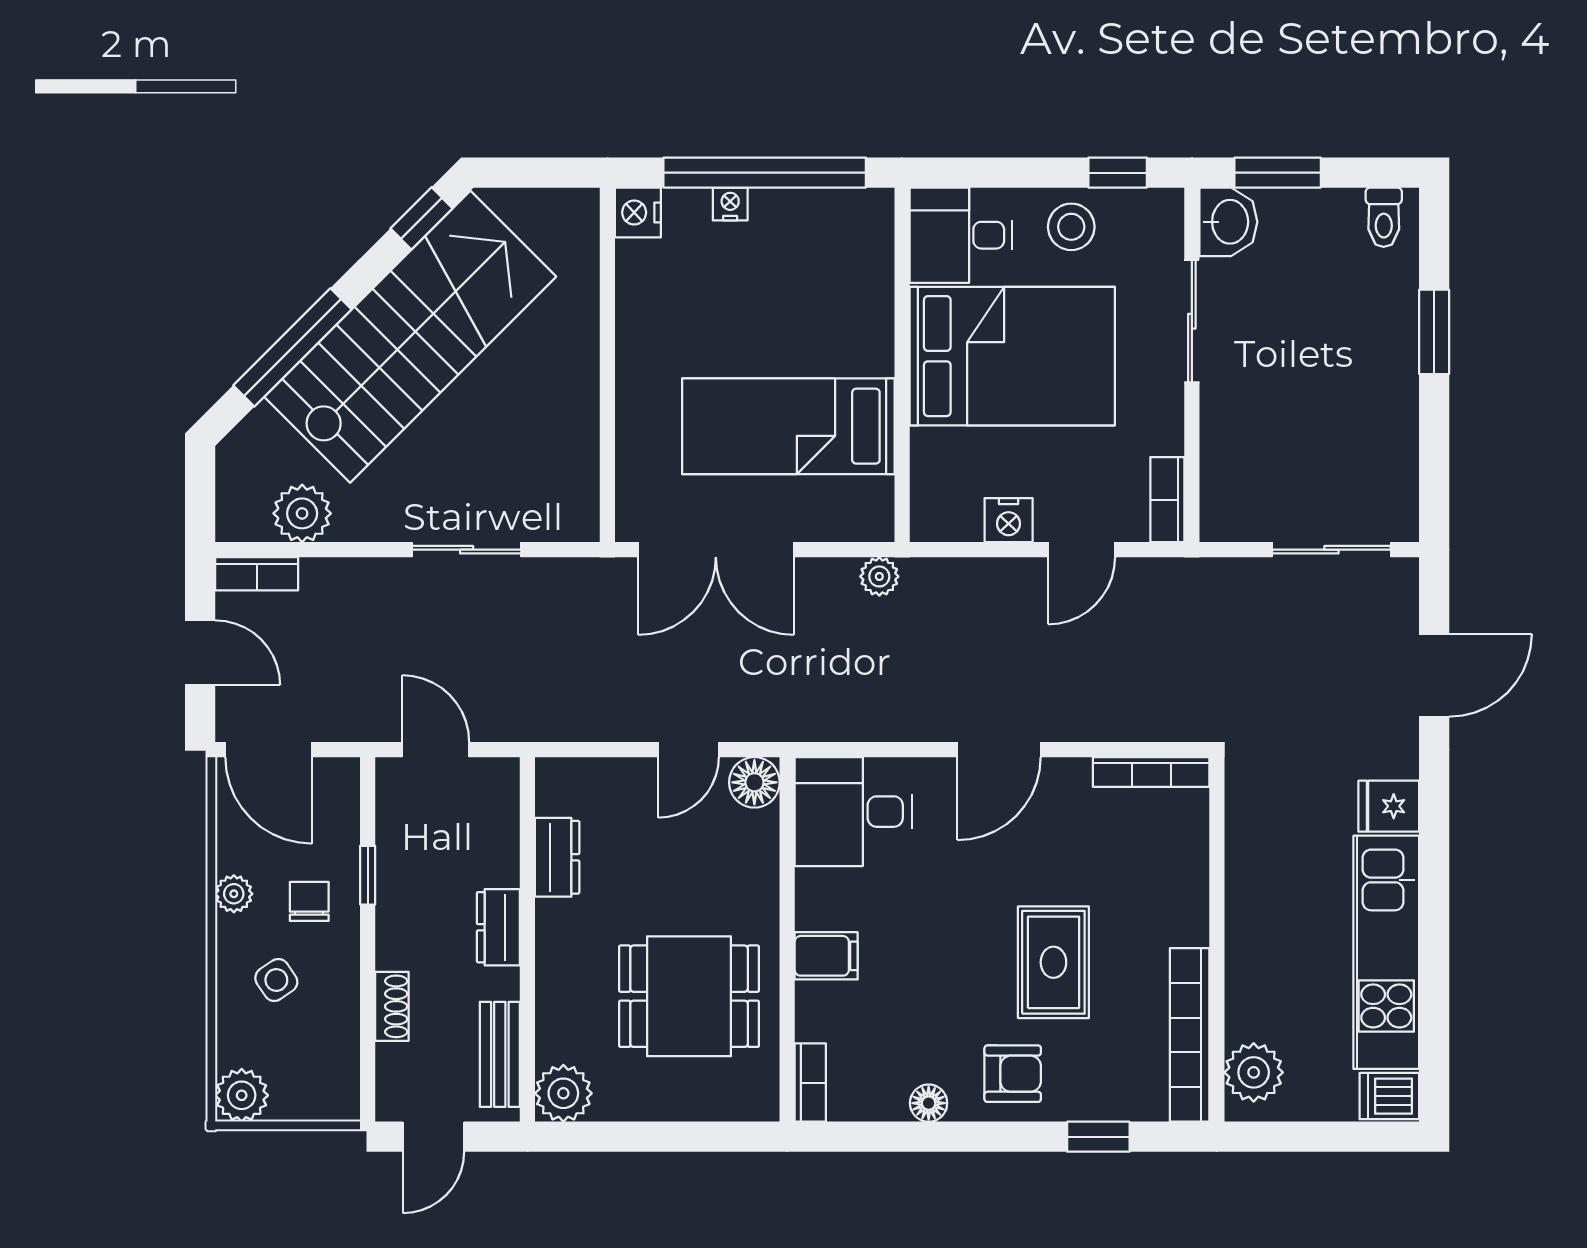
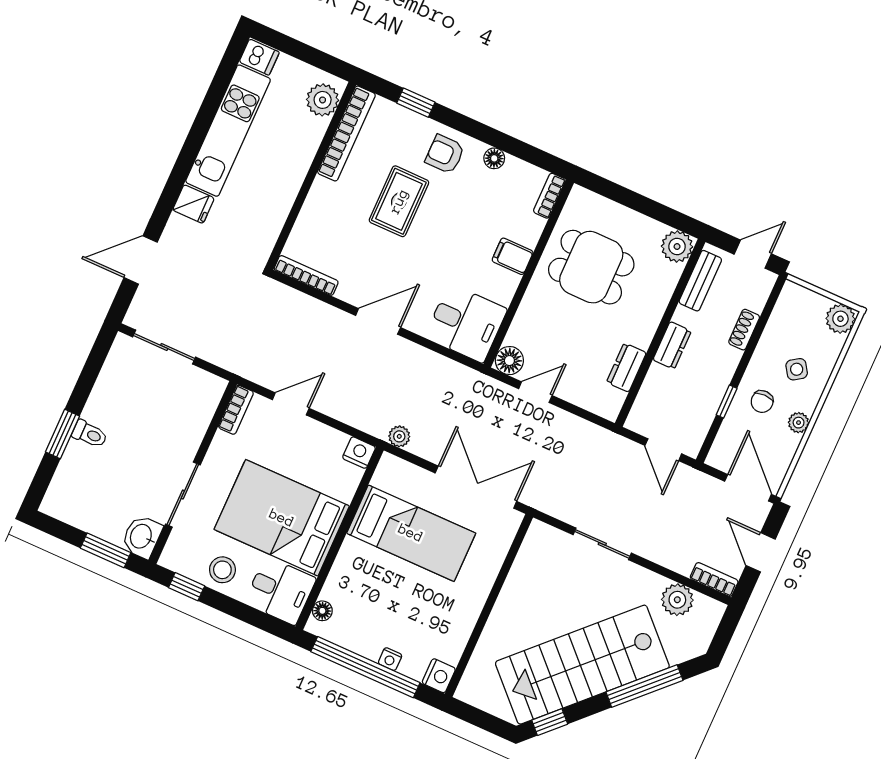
toilet: (1384, 217) -> (90, 434), moved, turned 90
floor lamp: (877, 233) -> (322, 611), added
nightstand: (1009, 520) -> (359, 453), moved

